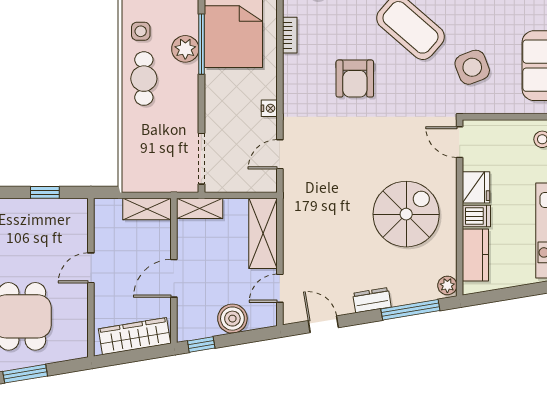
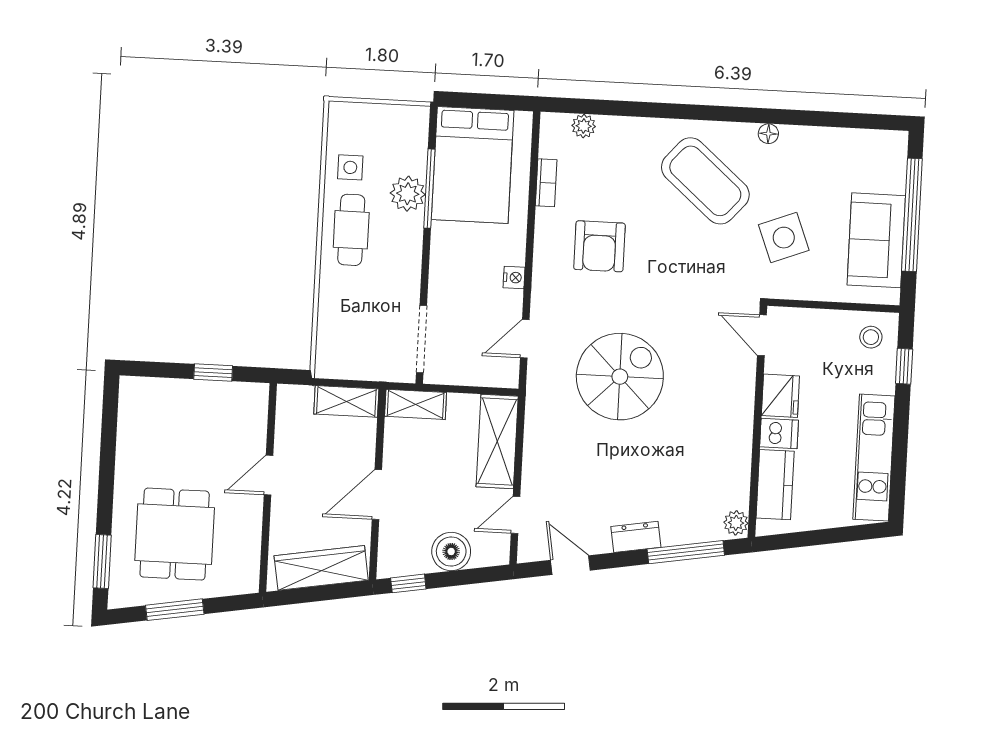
armchair: (355, 79) -> (599, 246), moved
spiral stairs: (406, 214) -> (620, 377), moved

